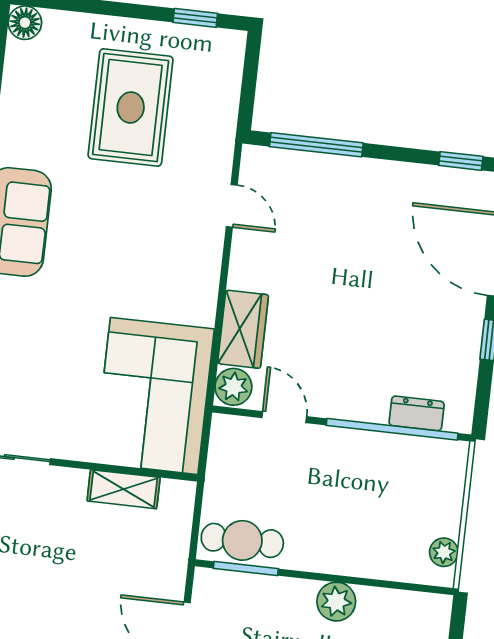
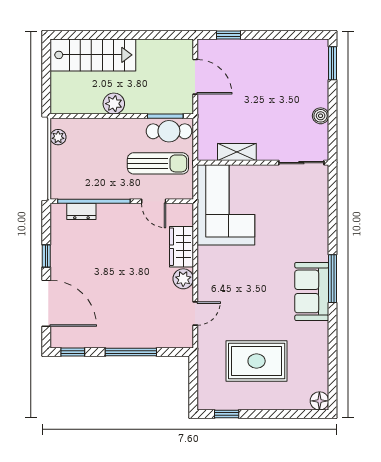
rug: (131, 107) -> (257, 361), turned 90
window: (316, 145) -> (131, 352), moved
door: (232, 206) -> (195, 313), swing flipped
plant: (233, 387) -> (183, 279), moved
sun lounger: (269, 485) -> (158, 163), added

